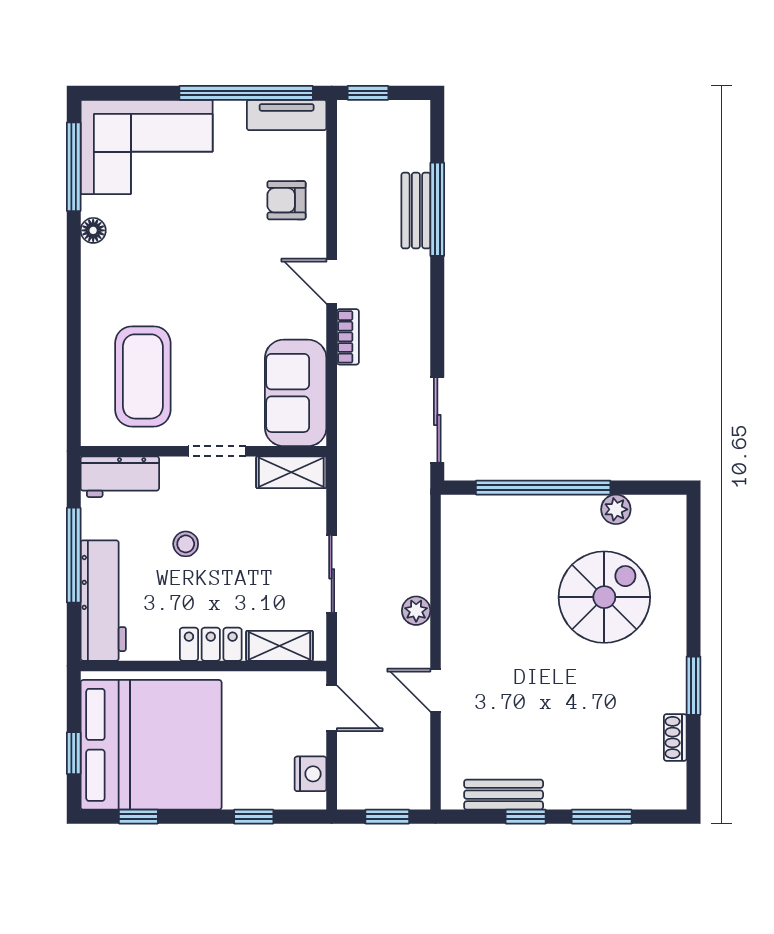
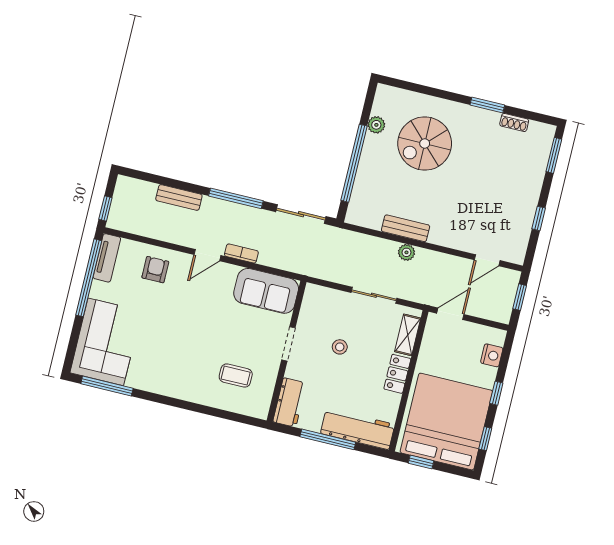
armchair: (287, 200) -> (155, 270), turned 180
window: (437, 209) -> (236, 198), moved
floor lamp: (93, 230) -> (146, 384), removed
coffee table: (143, 376) -> (236, 376), width x0.54, depth x0.58
shelving: (291, 472) -> (311, 304), removed
stool: (186, 544) -> (340, 347), moved
spiral stairs: (604, 597) -> (425, 144), turned -90
door: (436, 690) -> (487, 260), moved
window: (74, 753) -> (421, 462), moved
nightstand: (310, 774) -> (492, 355), moved, turned 90
bench: (504, 795) -> (406, 228), moved, turned 90
window: (254, 817) -> (496, 393), moved
window: (602, 817) -> (554, 155), moved

